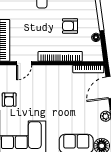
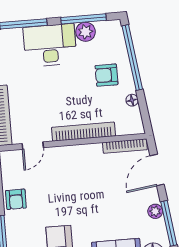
armchair: (70, 26) -> (106, 75), moved

